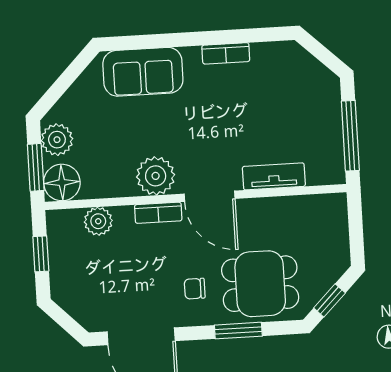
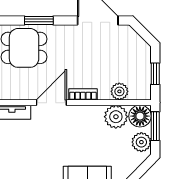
plant: (156, 176) -> (116, 117), moved
door: (210, 196) -> (51, 103), hinge flipped
chair: (195, 289) -> (64, 47), removed

